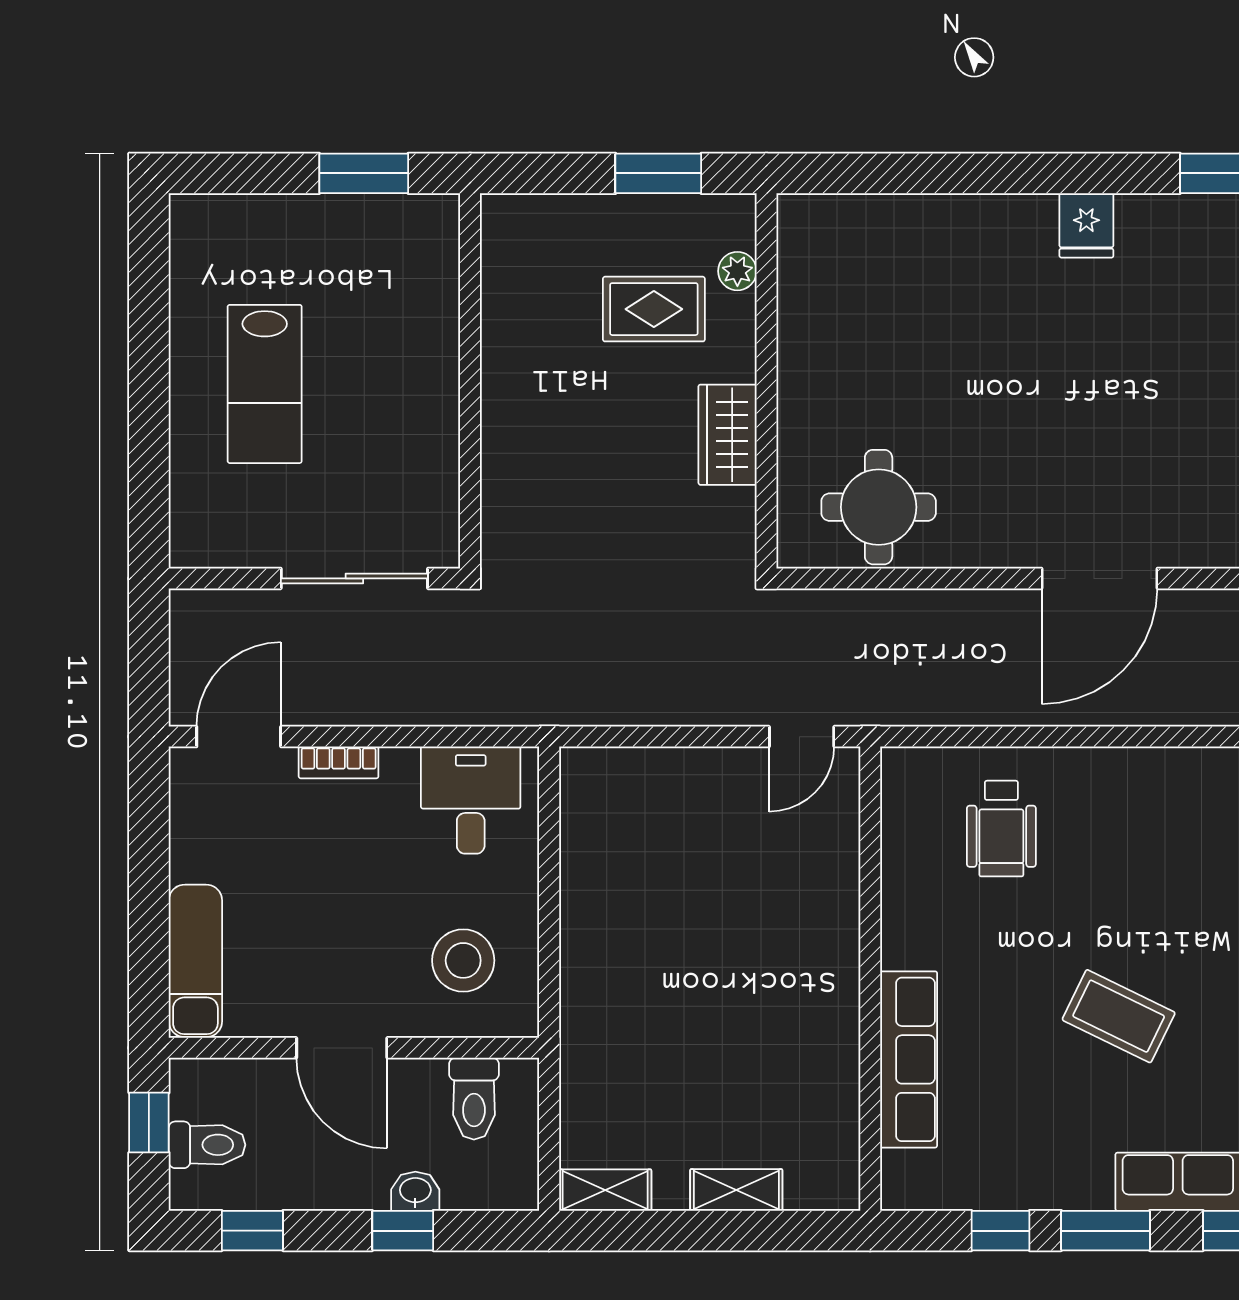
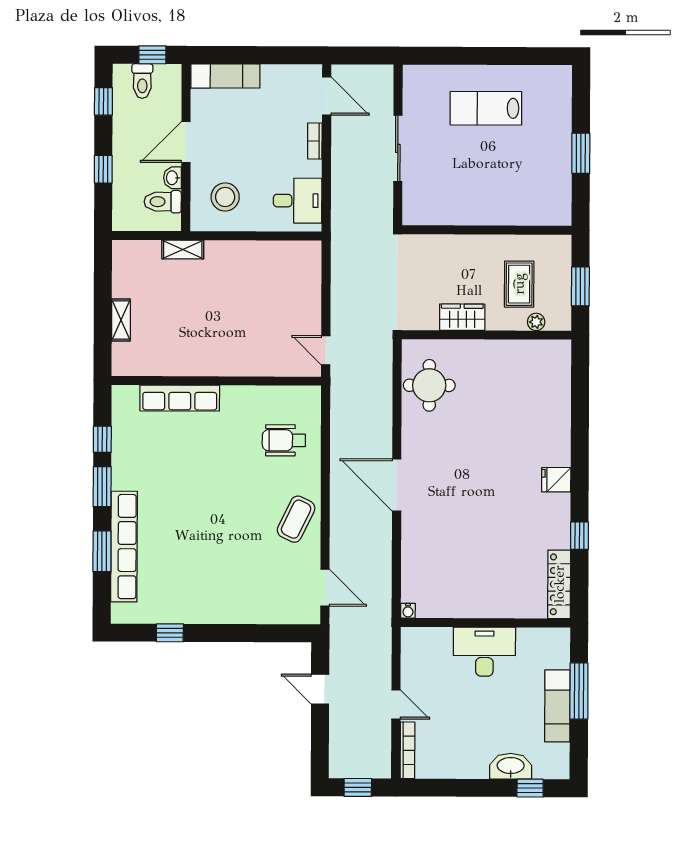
wall: (470, 381) -> (487, 230), moved
coffee table: (1119, 1016) -> (296, 519), moved
shelving: (605, 1190) -> (183, 250), moved, turned 90
washbasin: (415, 1191) -> (172, 178), moved, turned 180

